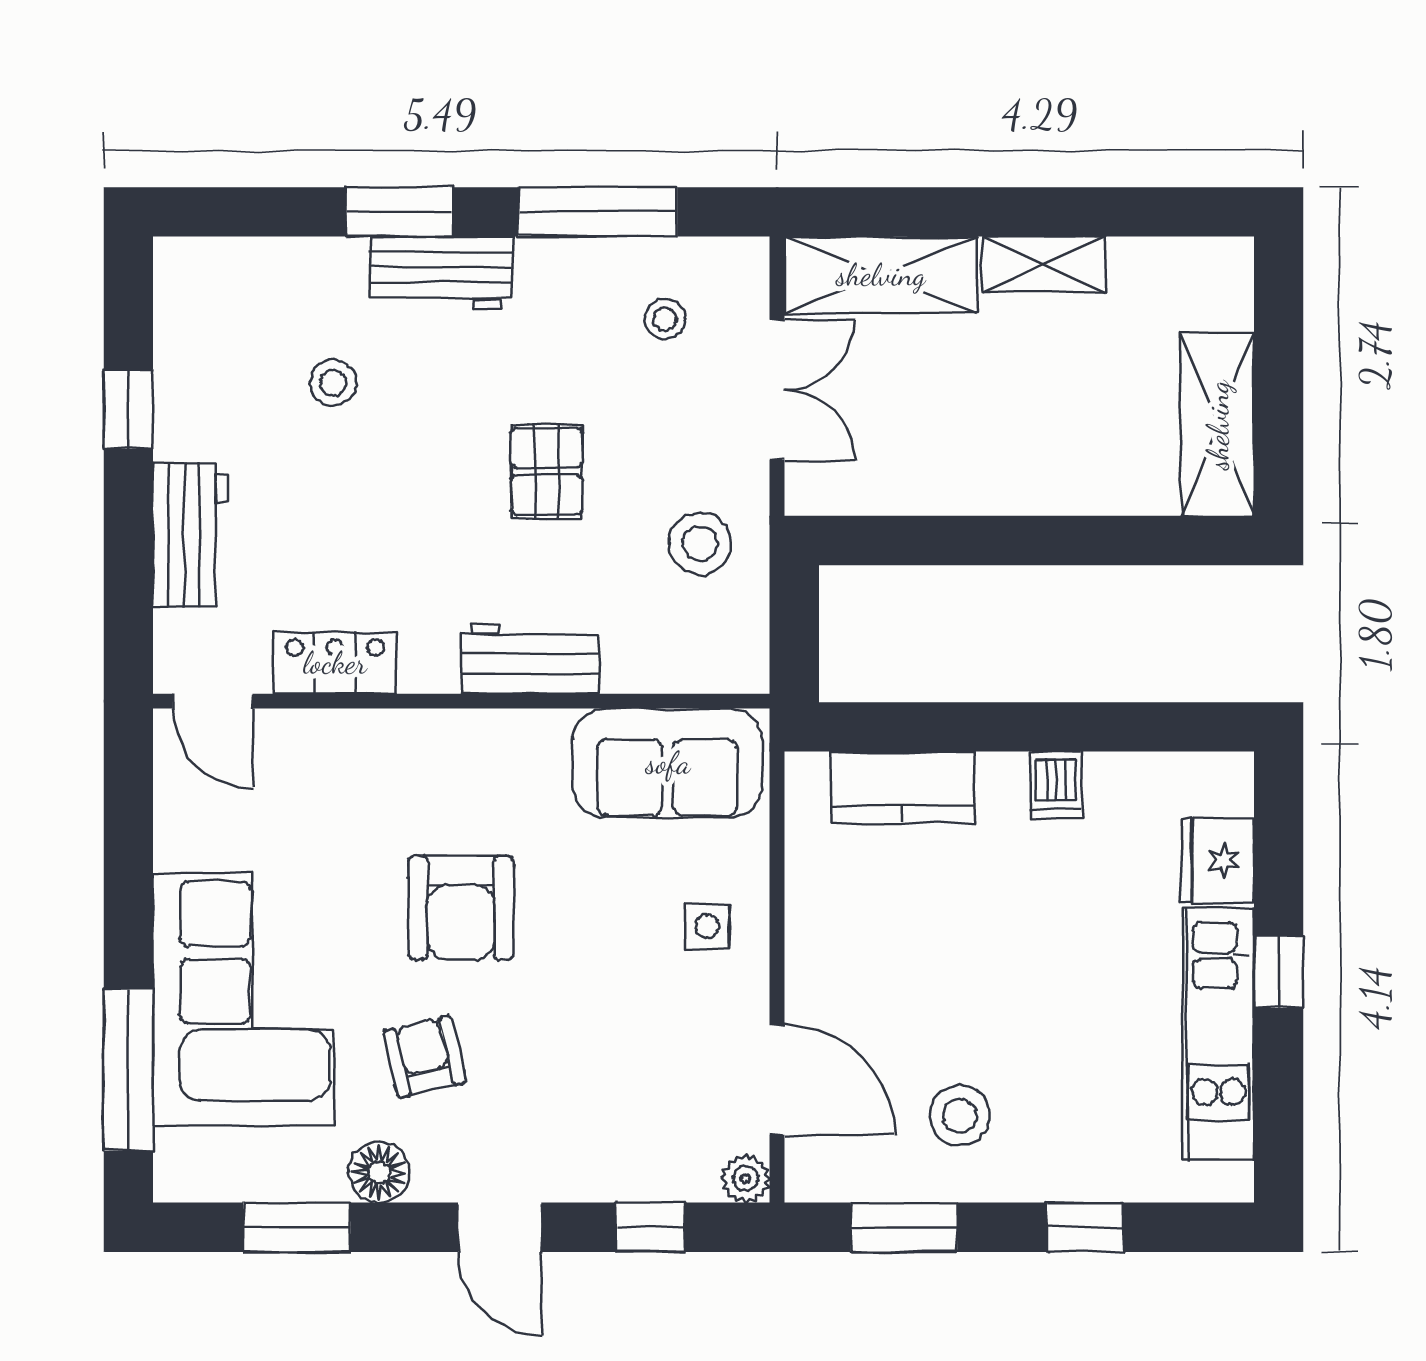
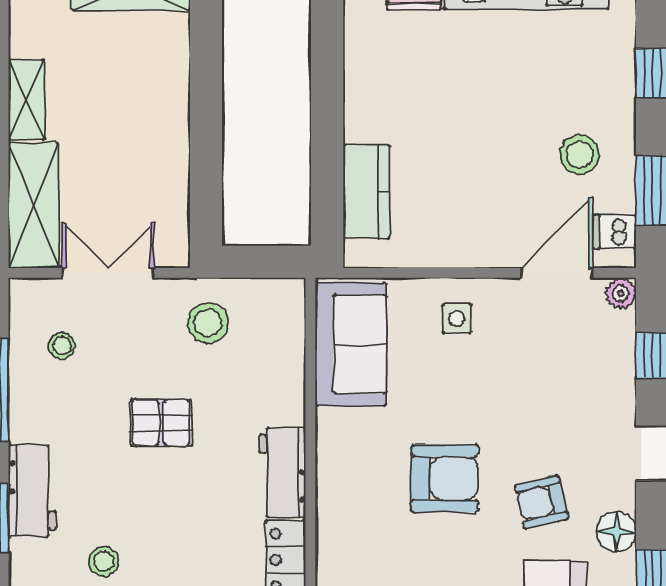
workbench: (530, 658) -> (282, 472), moved
dishwasher: (1056, 785) -> (615, 232), moved, turned 180

